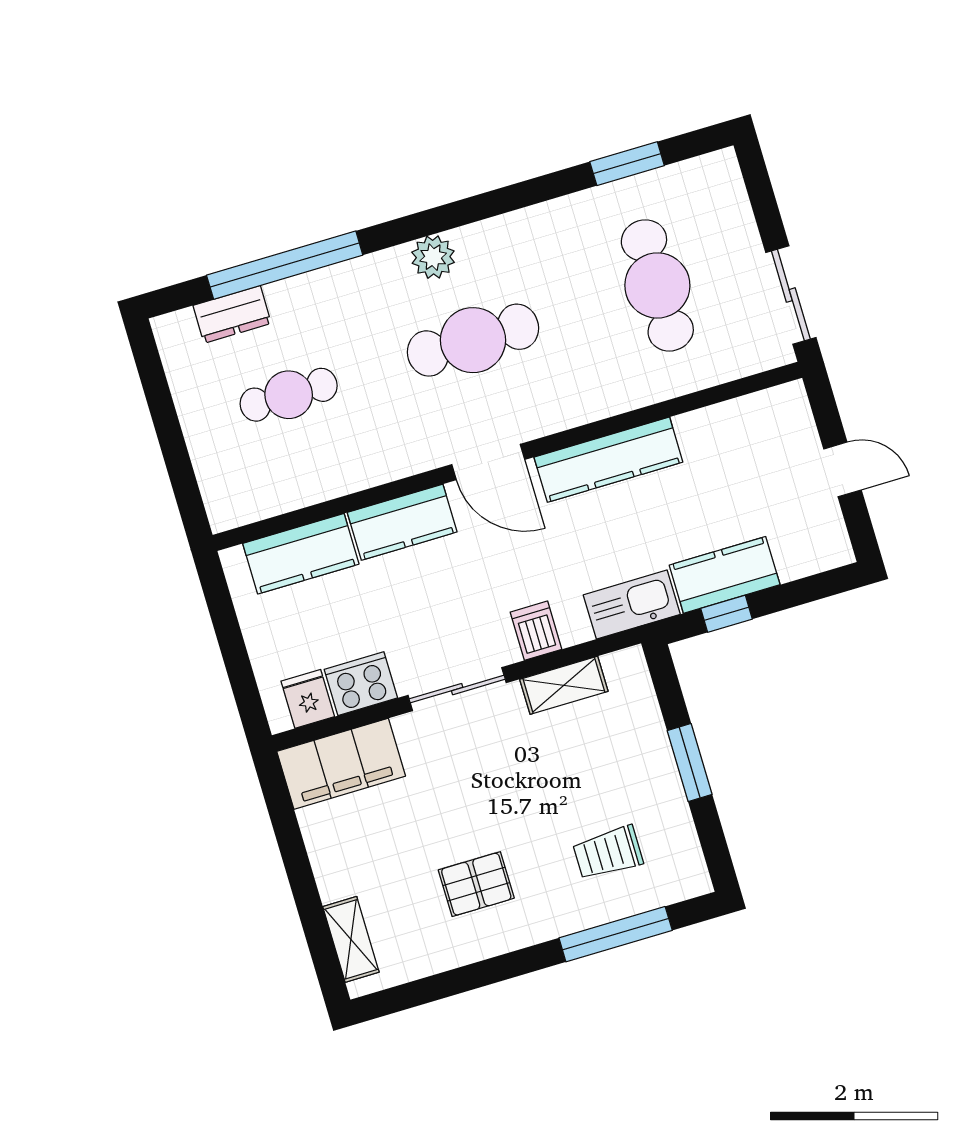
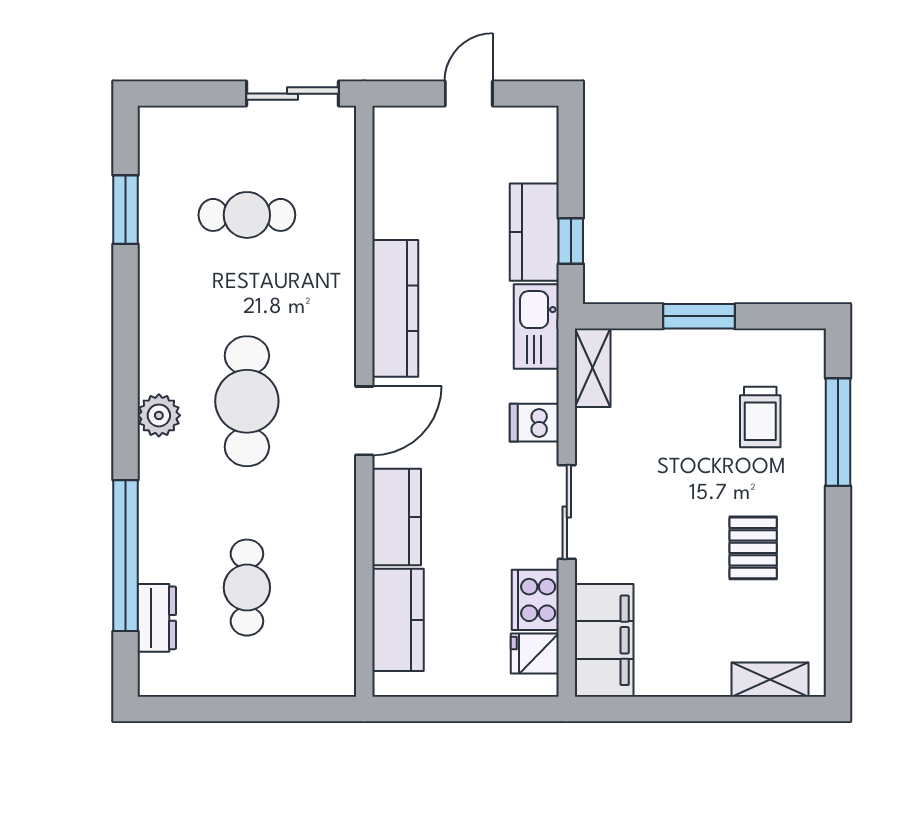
cafe table: (657, 285) -> (247, 215), width x0.73, depth x0.74
shelving: (564, 685) -> (593, 368), moved

